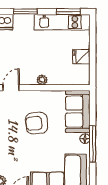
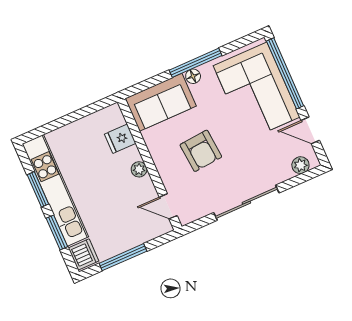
window: (68, 12) -> (38, 189), moved
kitchen unit: (62, 22) -> (55, 190), width x1.36
fridge: (81, 57) -> (120, 139), moved, turned 90

